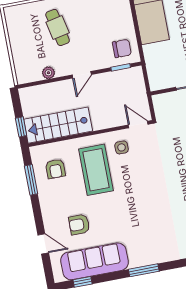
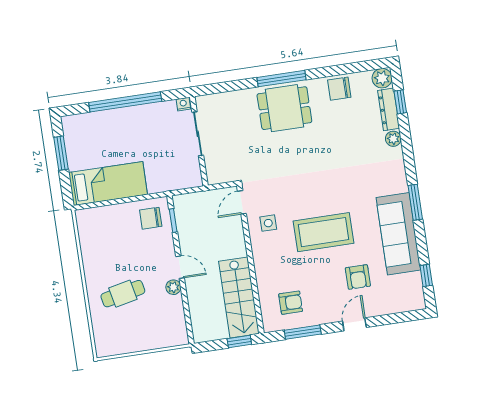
chair: (122, 48) -> (151, 218), turned -90
plant: (48, 73) -> (173, 287), moved
coffee table: (96, 170) -> (324, 232), moved
door: (43, 244) -> (354, 324), moved
sofa: (94, 261) -> (398, 234), moved

